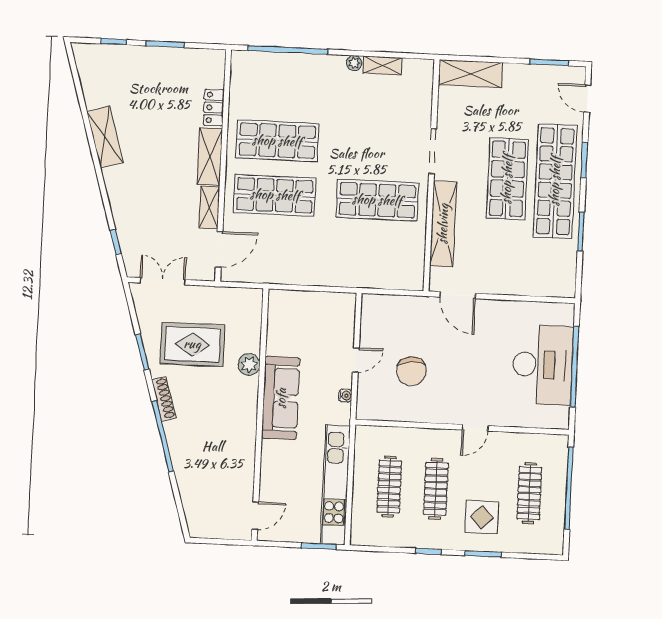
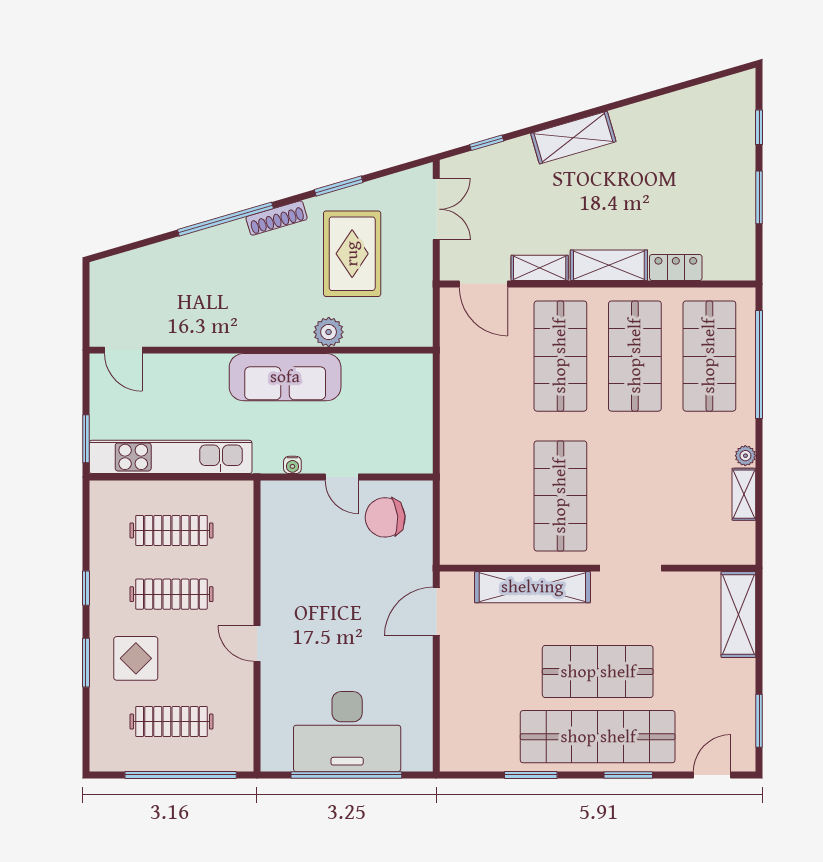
shop shelf: (280, 86) -> (709, 356), added
shelving: (105, 137) -> (573, 138), moved
chair: (411, 371) -> (385, 517), moved

